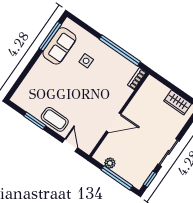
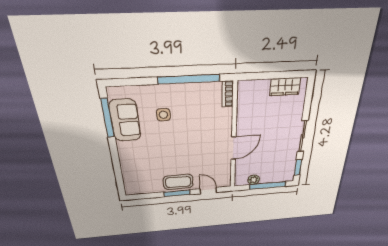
window: (35, 121) -> (177, 193), moved

